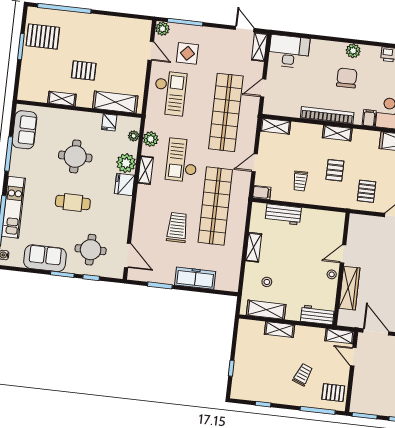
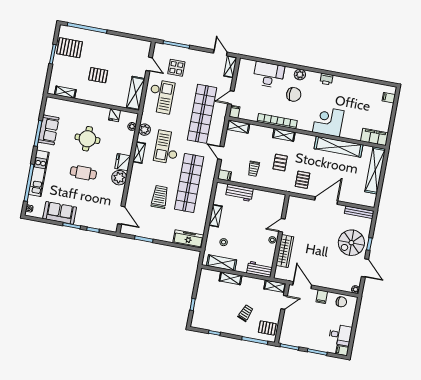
plant: (162, 29) -> (159, 48), removed
desk: (289, 51) -> (269, 75), moved
chair: (347, 78) -> (294, 94), turned 90
shelving: (62, 99) -> (65, 92), moved
shelving: (115, 102) -> (136, 93), moved, turned 90
filing cabinet: (369, 118) -> (234, 112), moved
sofa: (24, 130) -> (48, 130), moved
plant: (126, 163) -> (119, 178), moved
door: (255, 163) -> (221, 153), hinge flipped
round table: (91, 250) -> (94, 209), removed
freezer: (195, 278) -> (188, 239), moved
door: (353, 357) -> (284, 302), swing flipped

